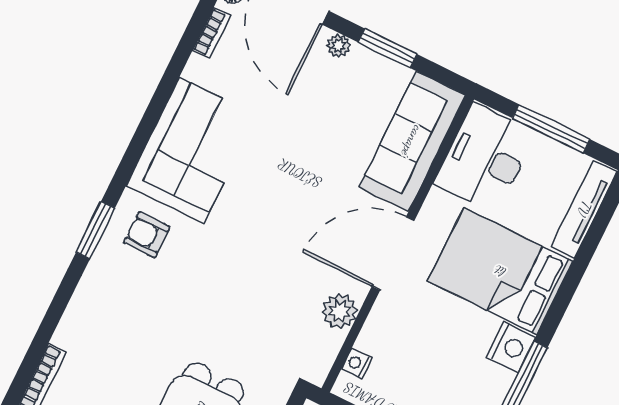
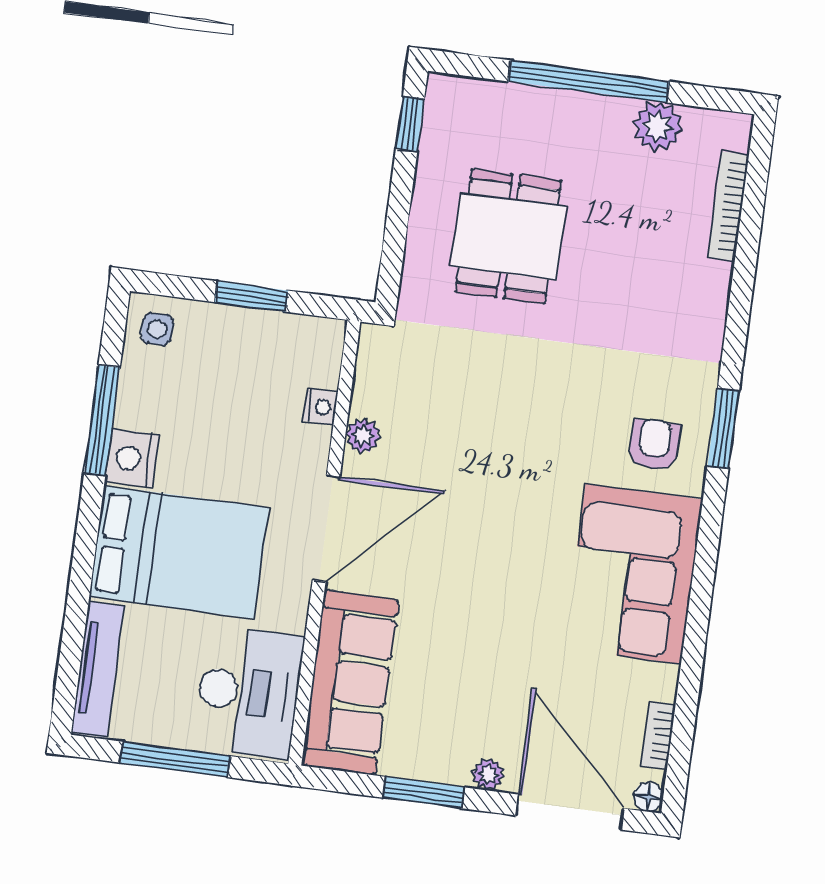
armchair: (147, 235) -> (654, 445), turned -90
plant: (340, 311) -> (363, 436), width x0.73, depth x0.73
nightstand: (357, 363) -> (321, 407), moved

